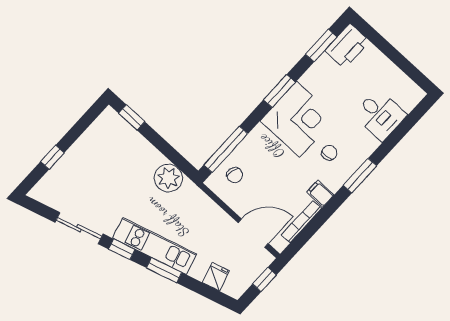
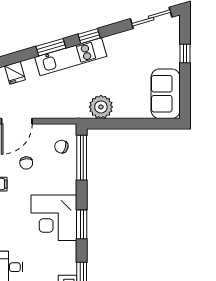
window: (132, 117) -> (158, 124), removed
sofa: (101, 138) -> (166, 94), added
chair: (329, 153) -> (26, 163), moved
sliding door: (79, 228) -> (151, 18), moved

